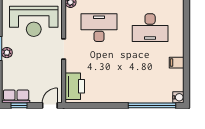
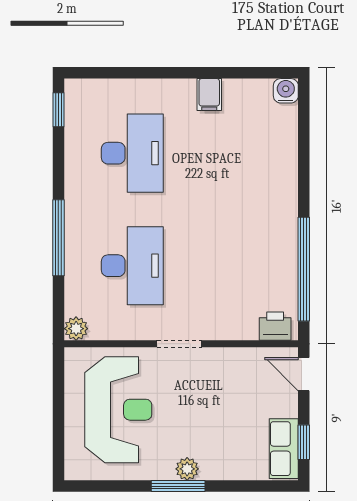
desk: (99, 28) -> (132, 266), turned 180
printer: (75, 86) -> (275, 326), width x0.53, depth x0.68
window: (152, 105) -> (304, 269), moved

